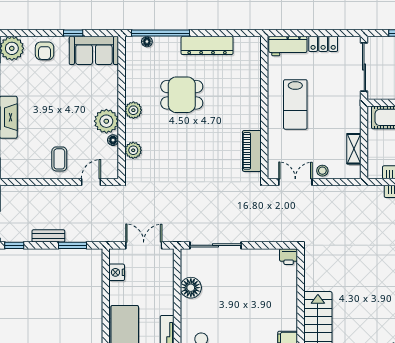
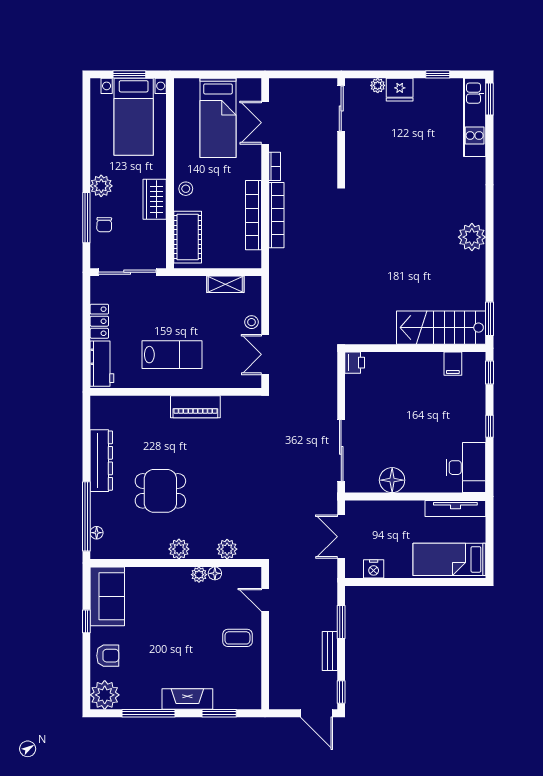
dining table: (182, 95) -> (160, 491), turned 90
plant: (106, 121) -> (199, 575), width x0.53, depth x0.53
piano: (252, 151) -> (195, 407), moved

